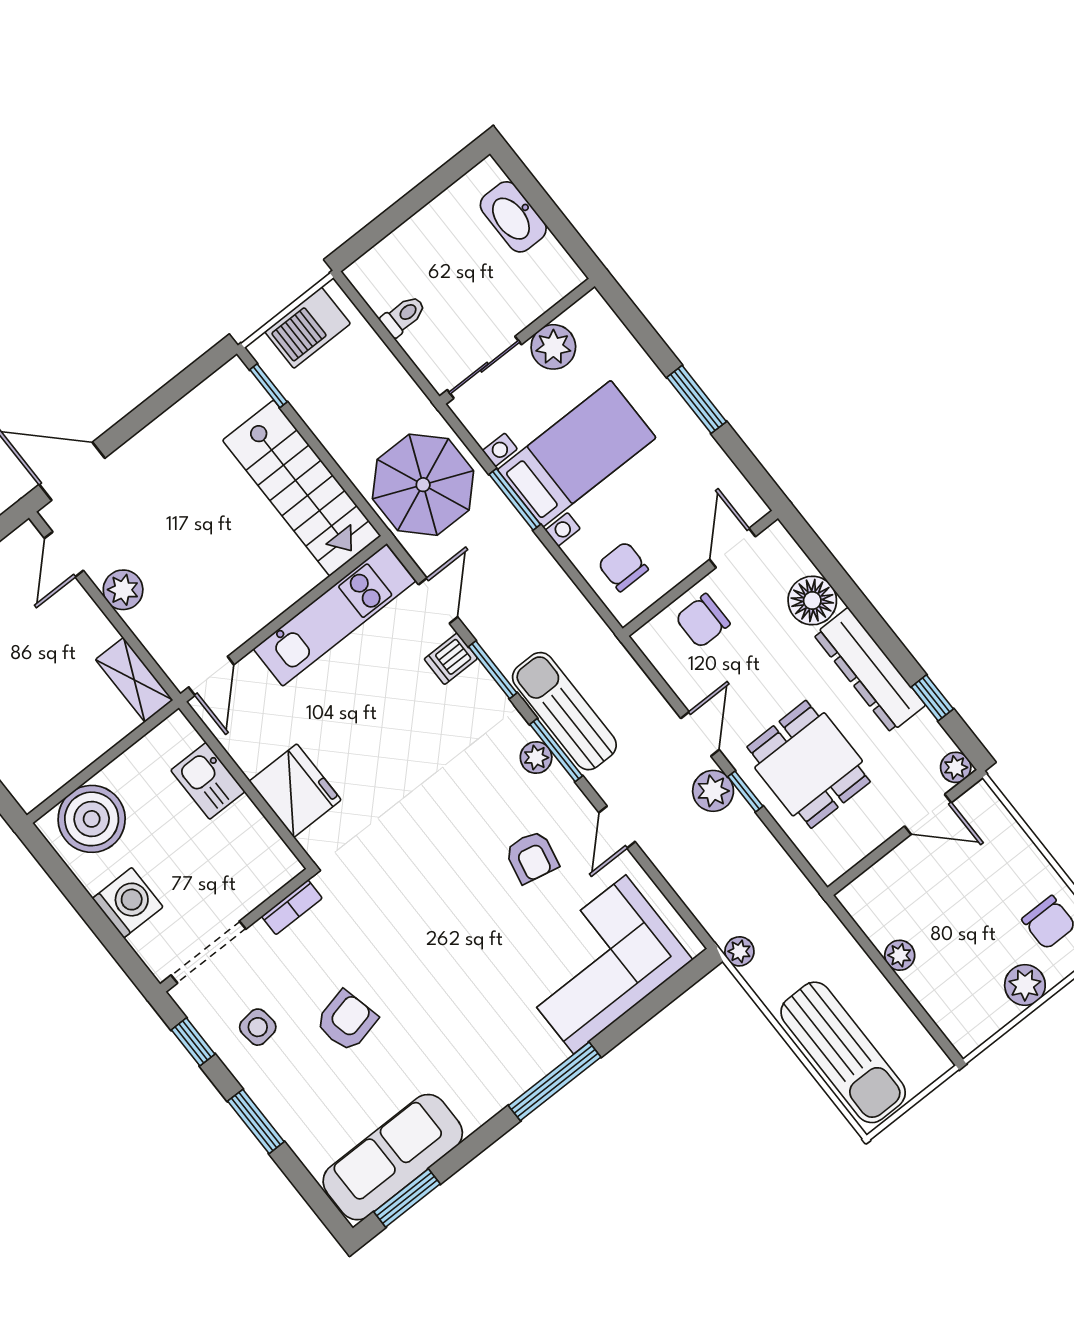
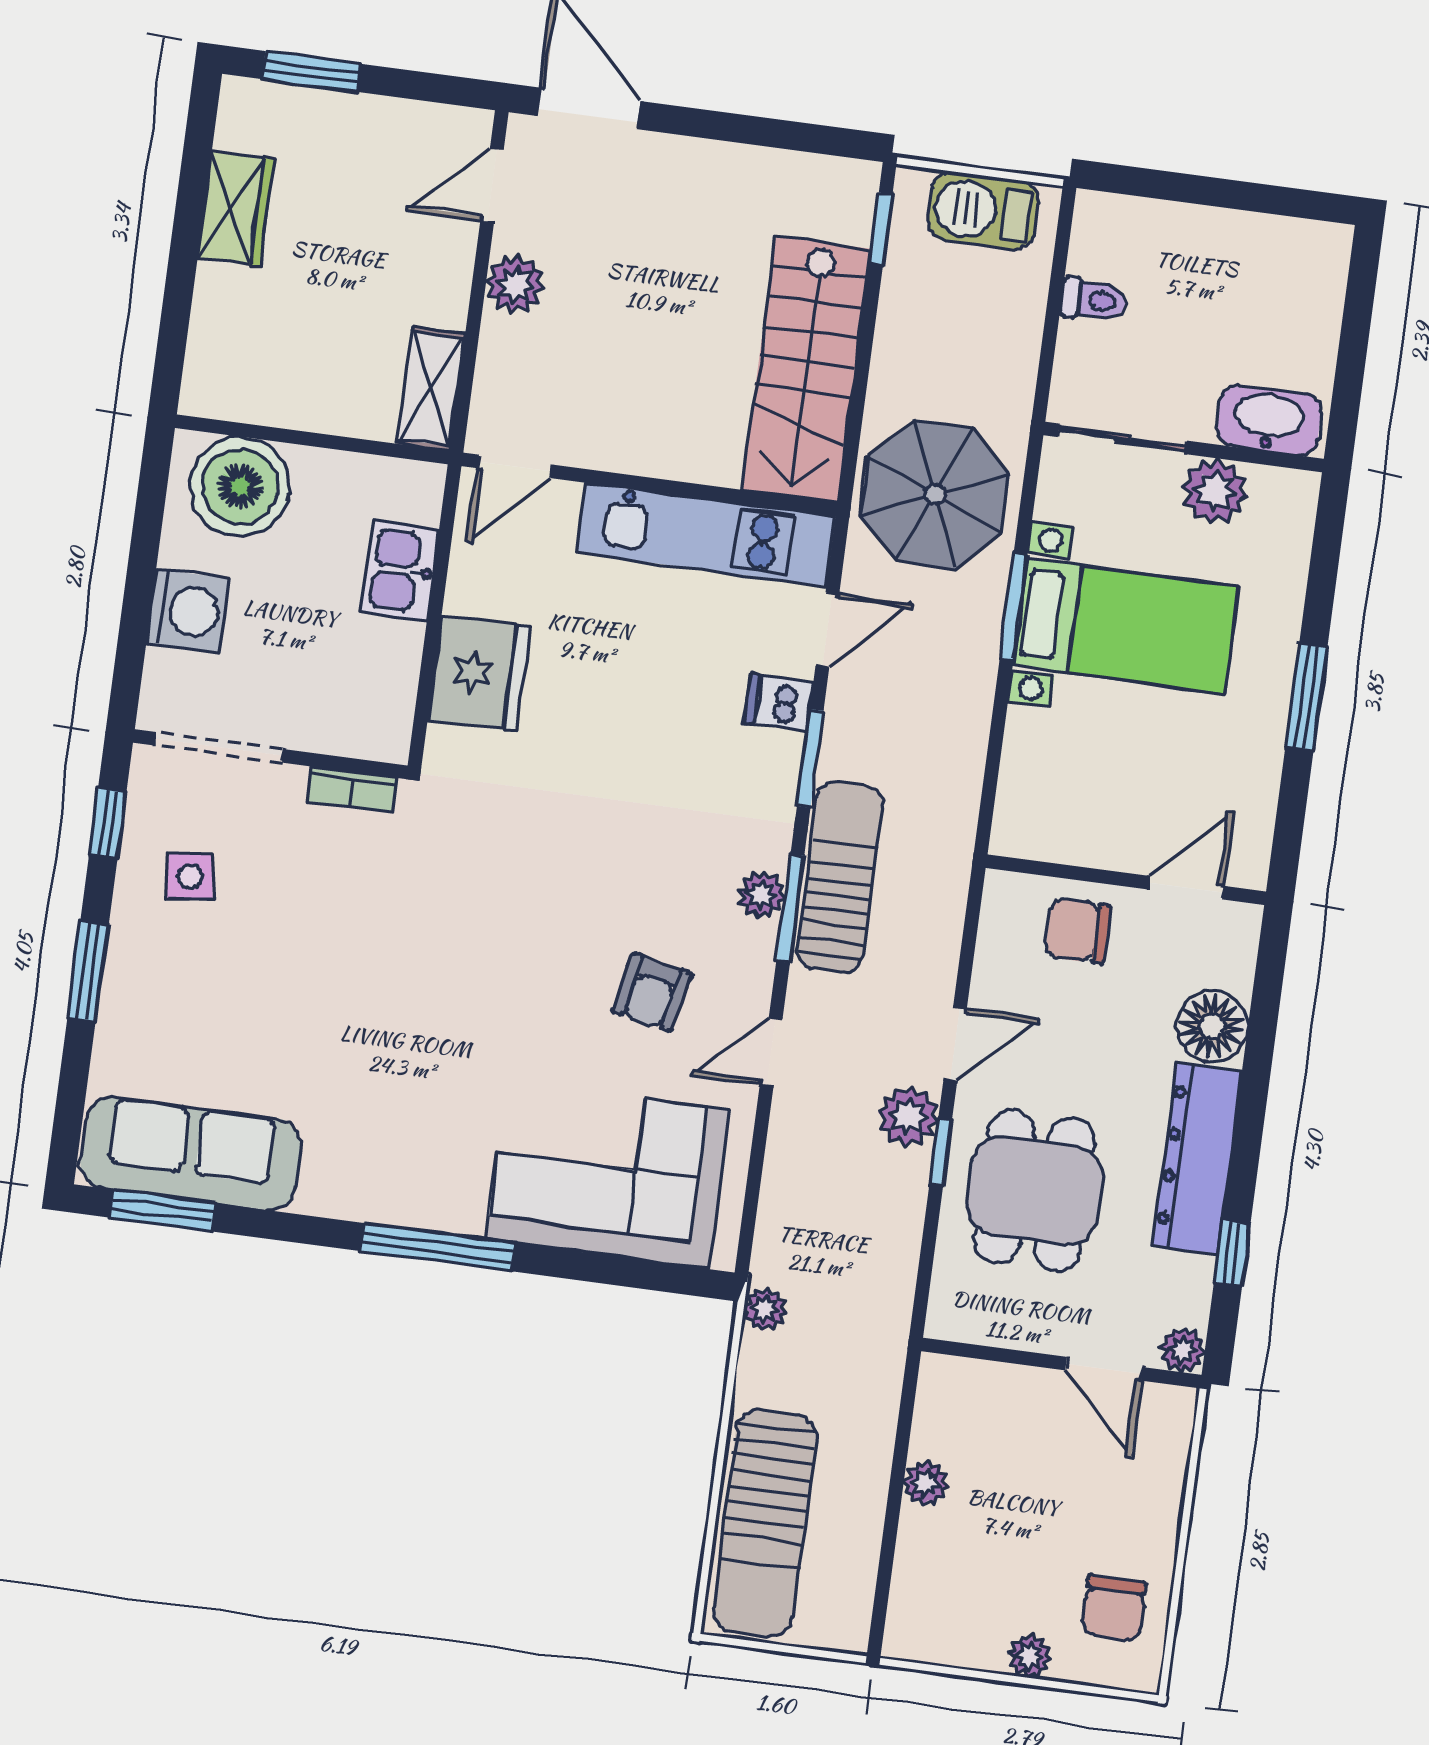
washbasin: (513, 217) -> (1269, 420), moved, turned 90
chair: (623, 567) -> (1054, 791), removed
plant: (1025, 985) -> (1030, 1656), width x0.73, depth x0.73
armchair: (346, 1021) -> (288, 964), removed

